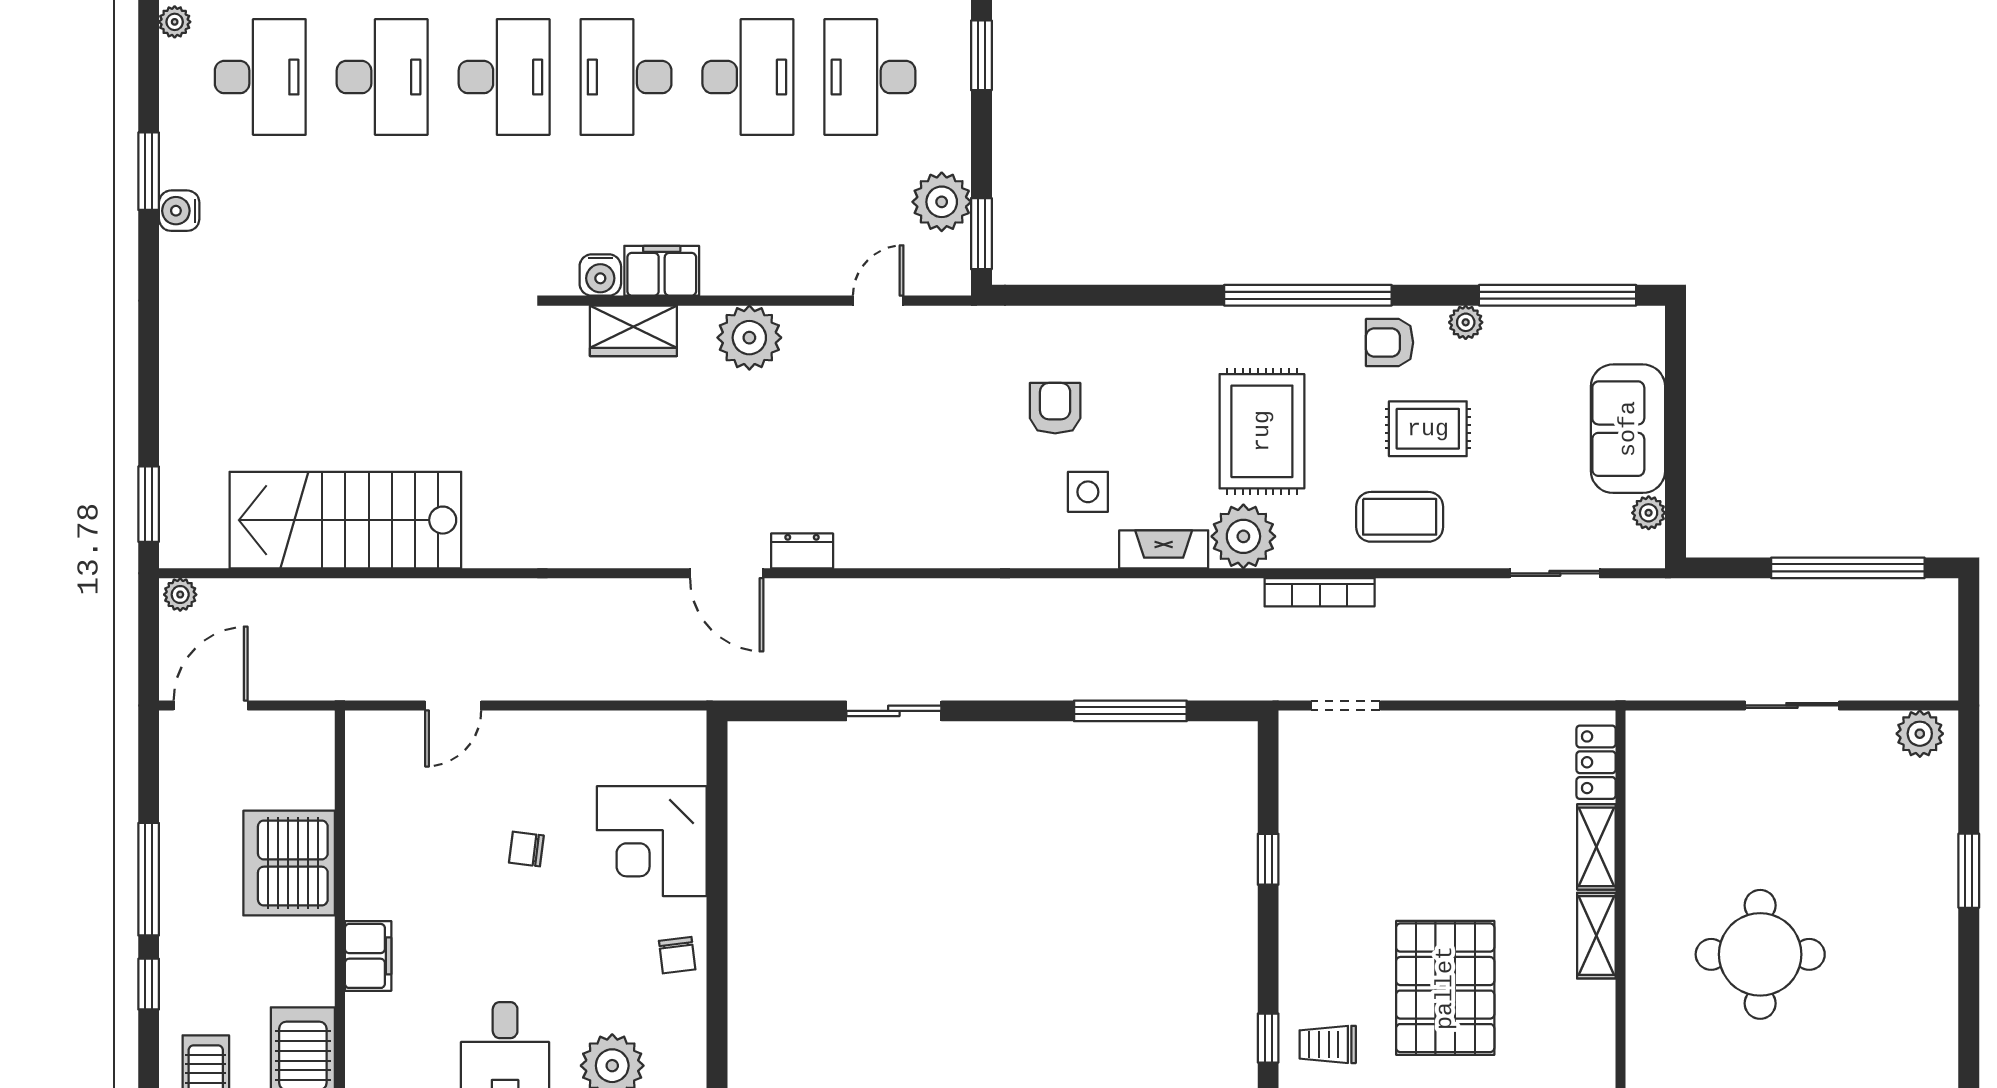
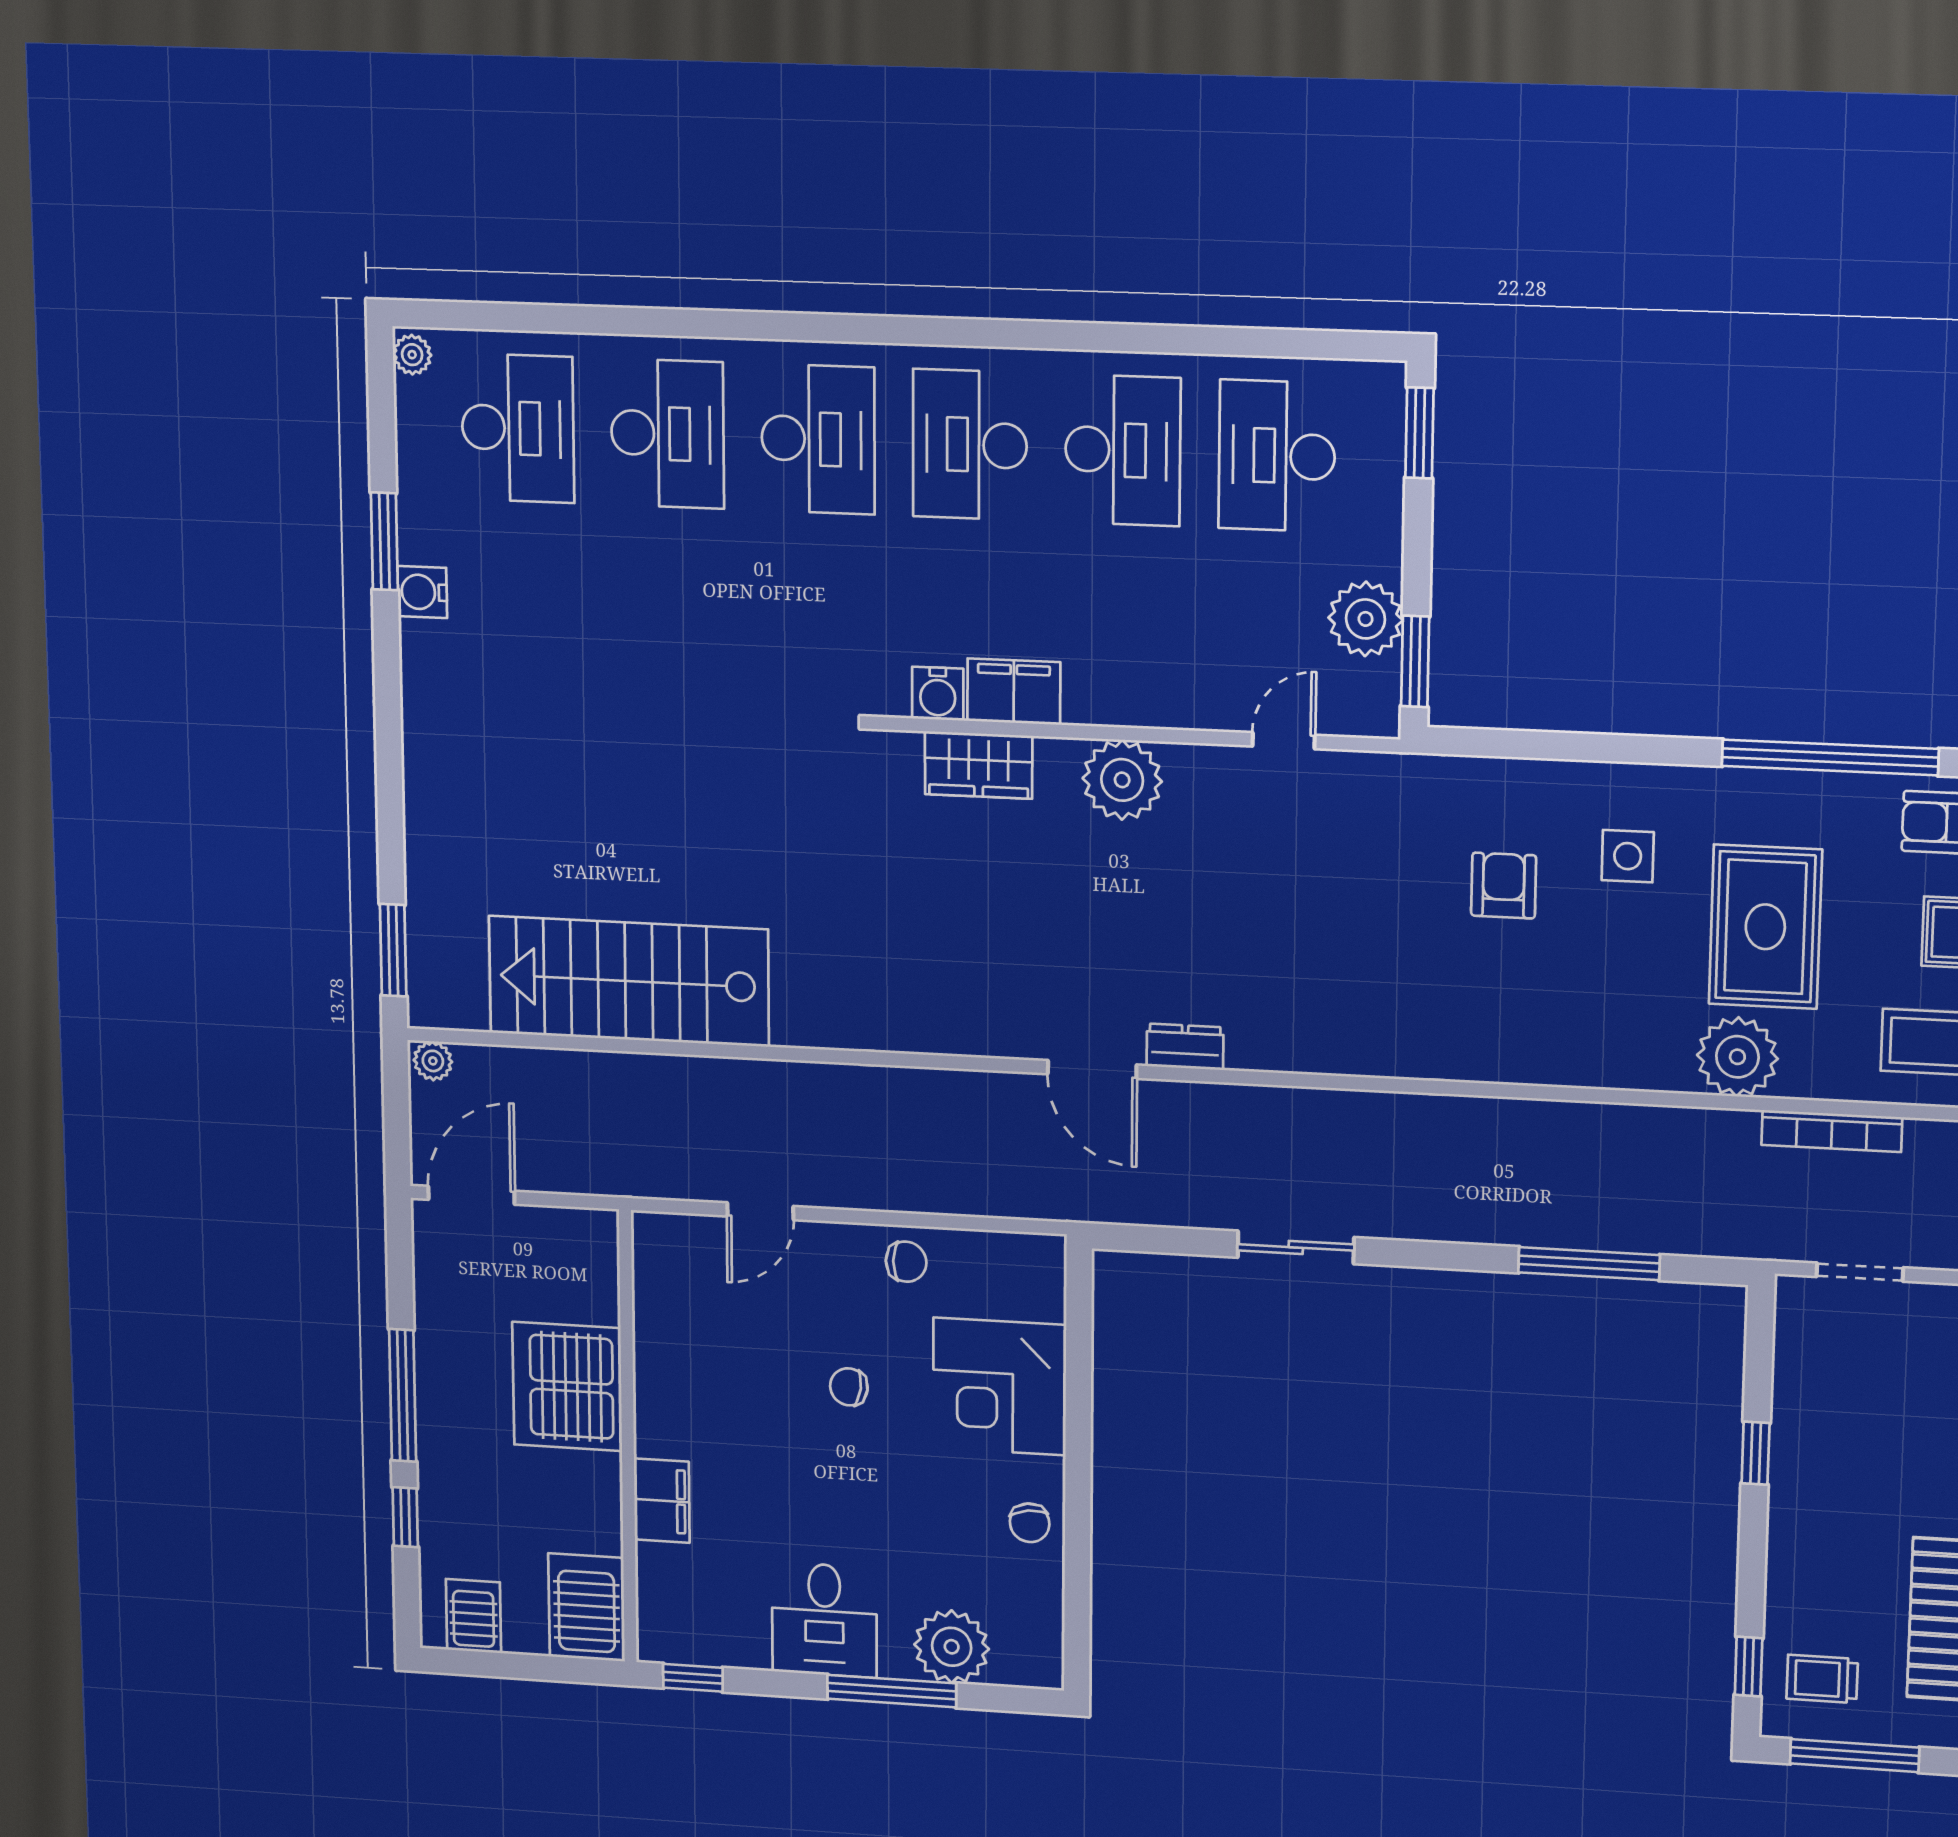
side table: (1088, 492) -> (1628, 856), moved
fireplace: (1164, 549) -> (1636, 1068), removed
chair: (574, 741) -> (906, 1262), added

